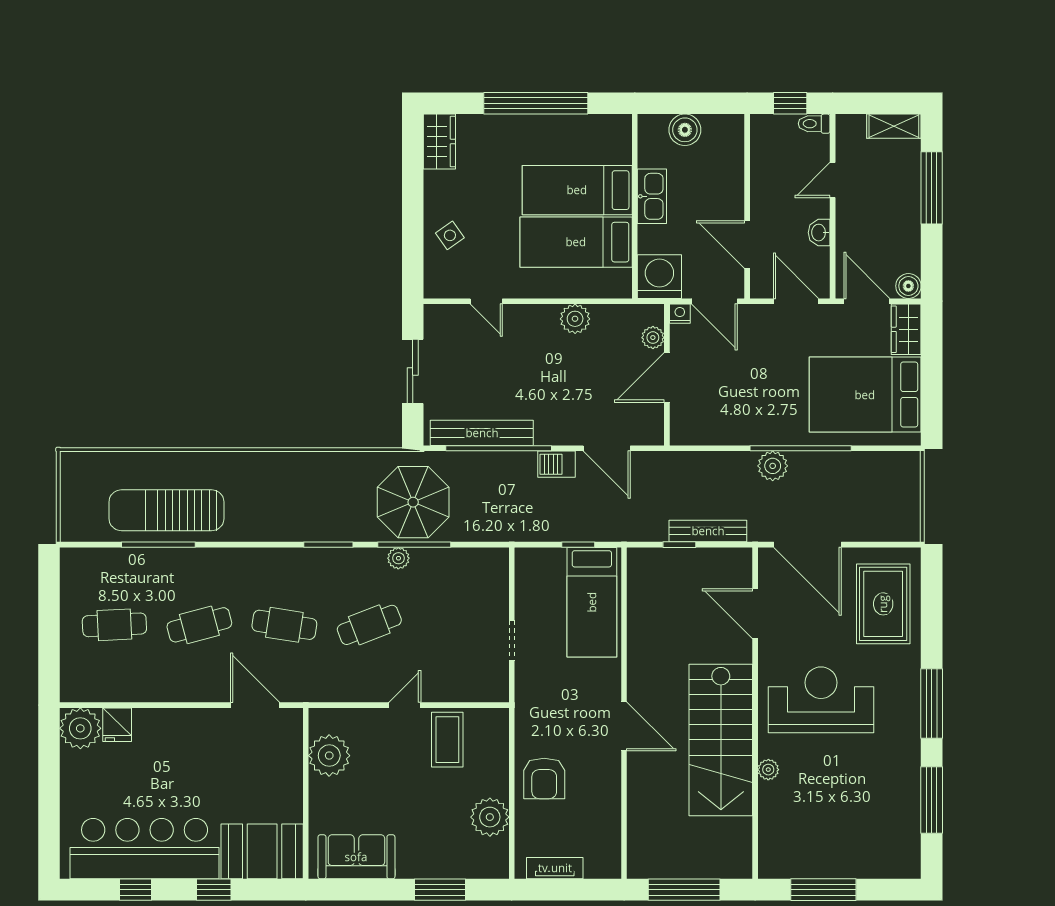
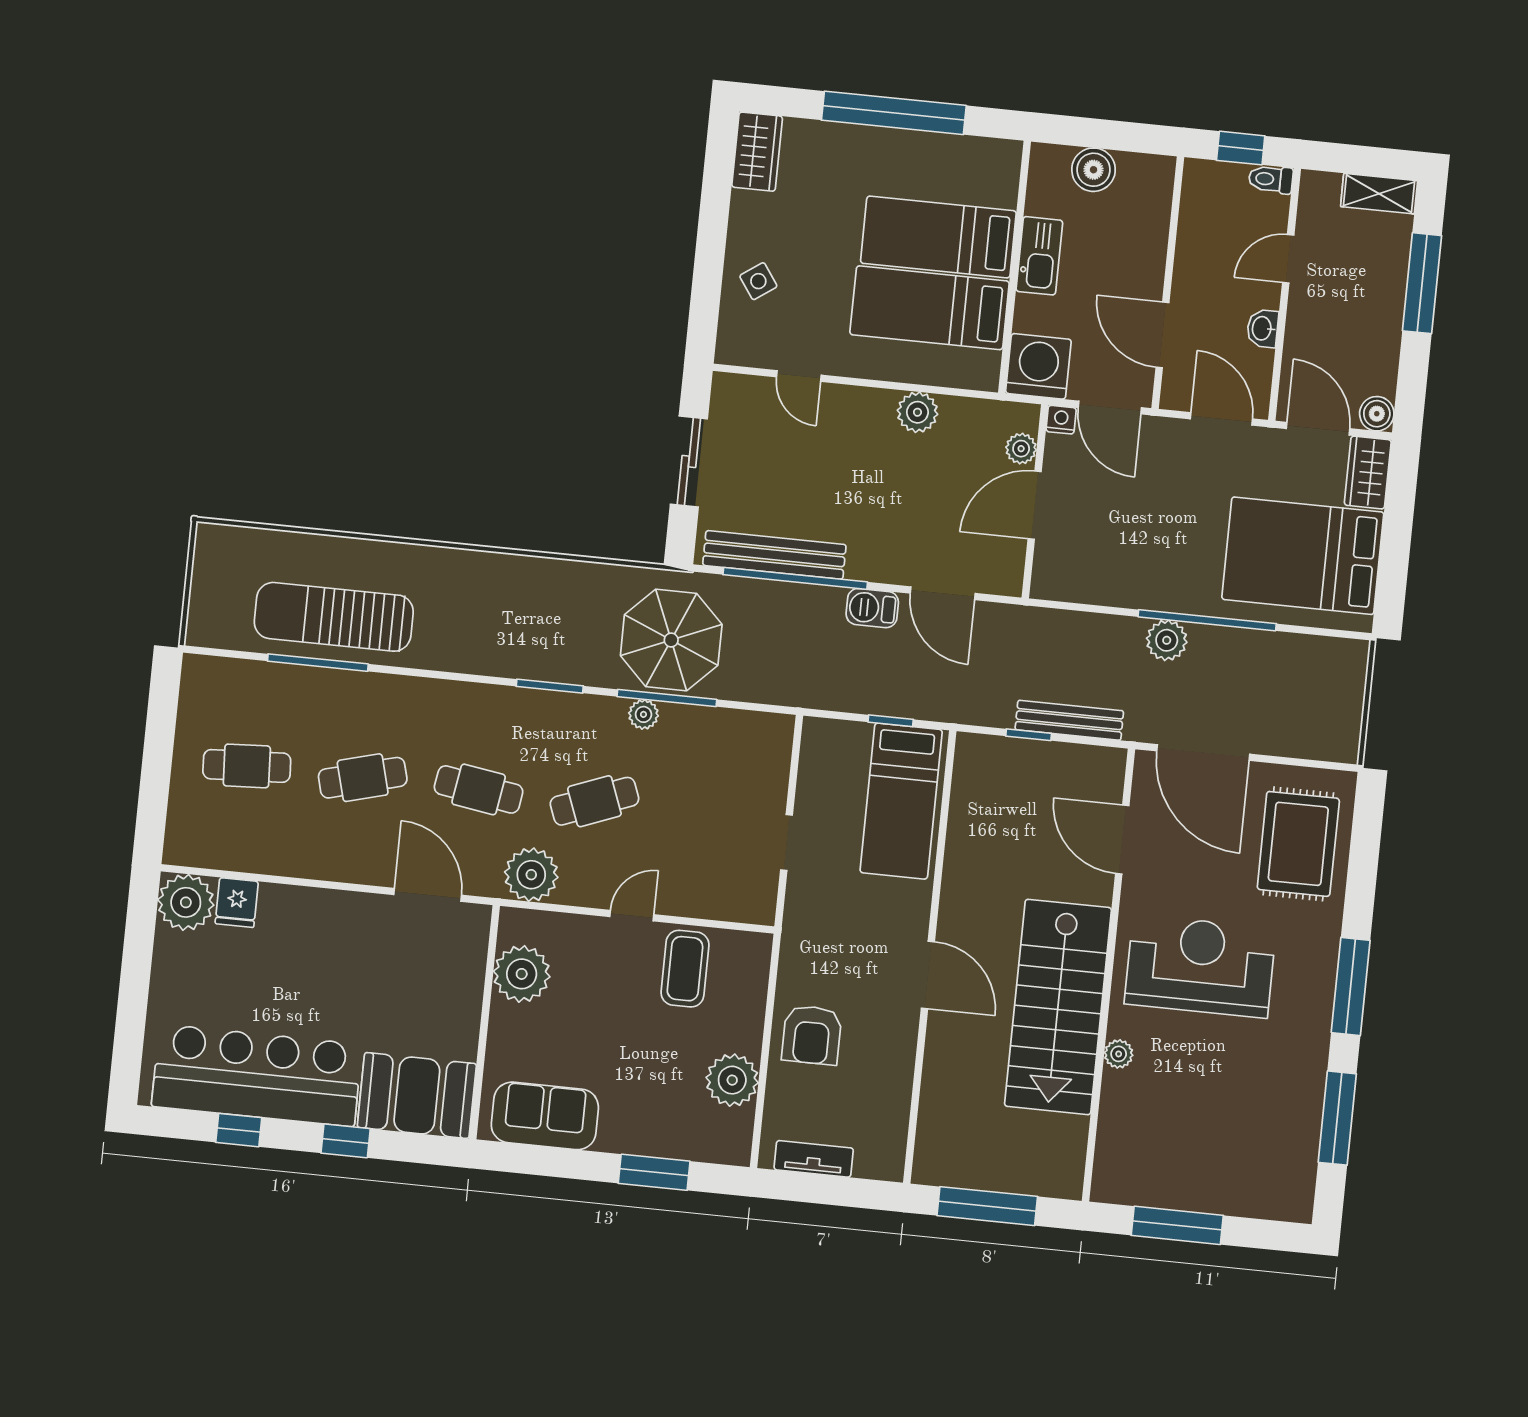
plant: (329, 683) -> (531, 875), added

